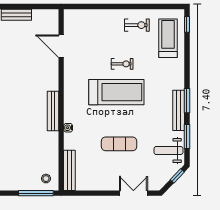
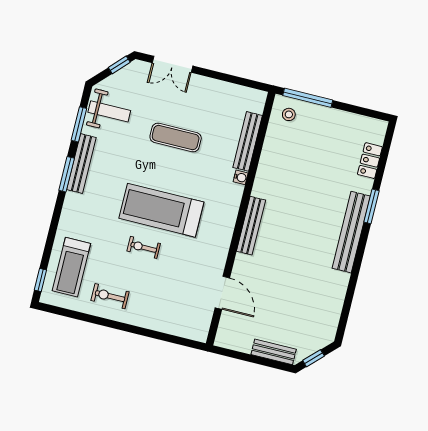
bench: (53, 111) -> (251, 226), moved
bench: (69, 170) -> (248, 141), moved
window: (177, 176) -> (119, 65), moved

